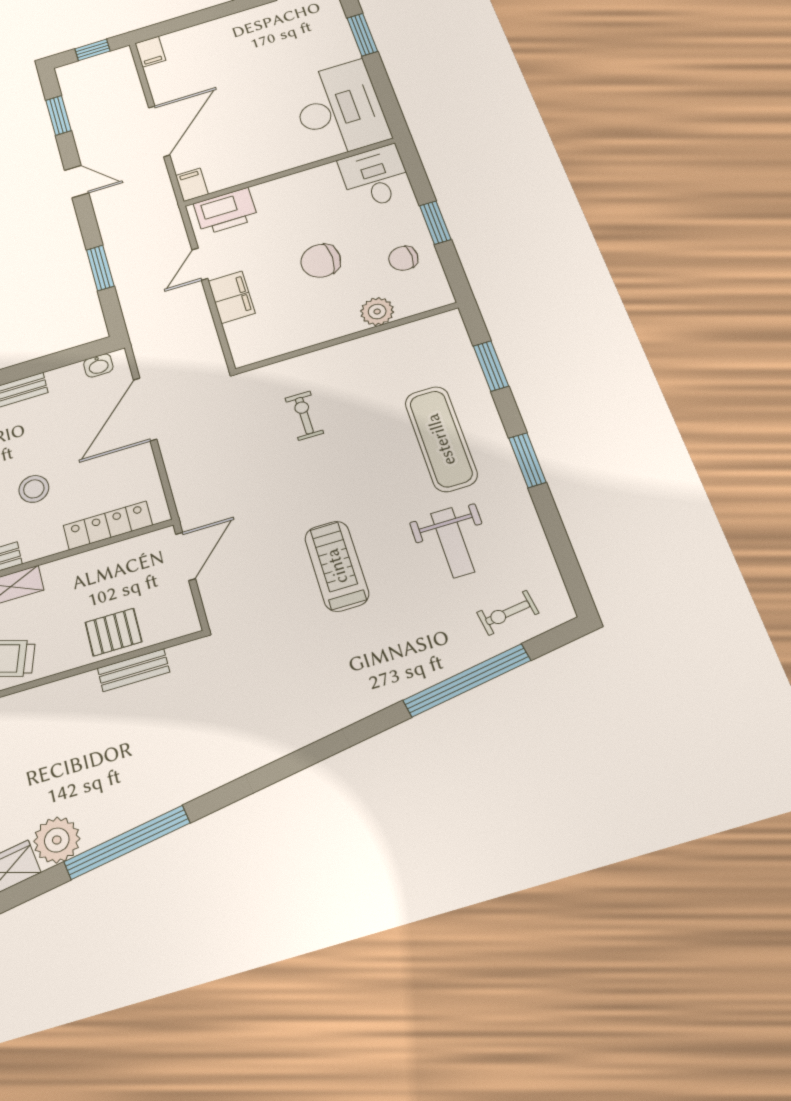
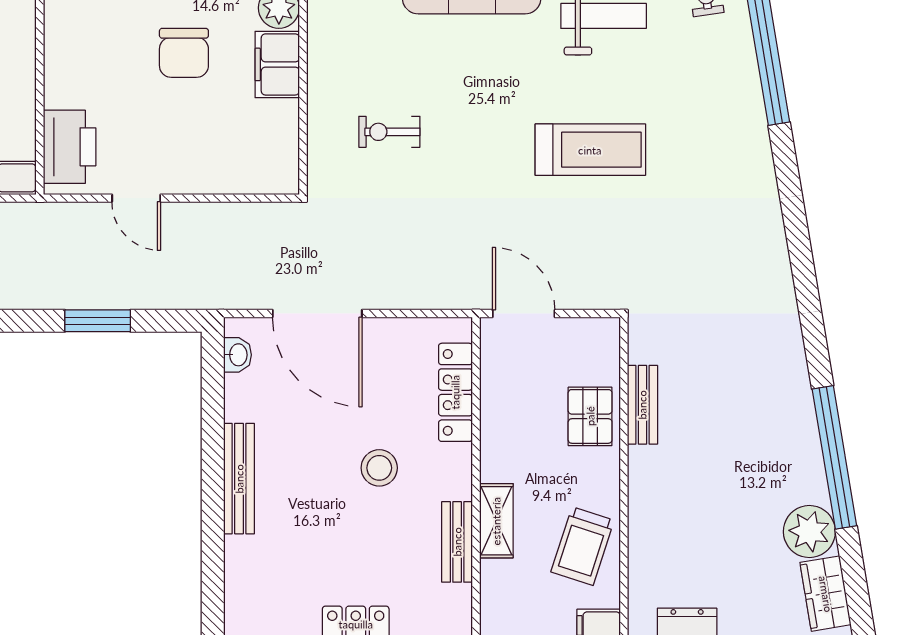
filing cabinet: (232, 297) -> (277, 64), moved, turned -90
treadmill: (337, 566) -> (590, 150), turned 180

